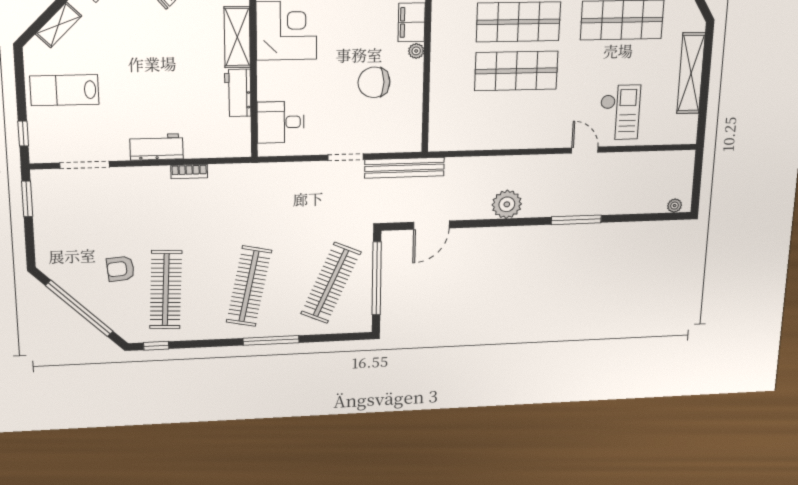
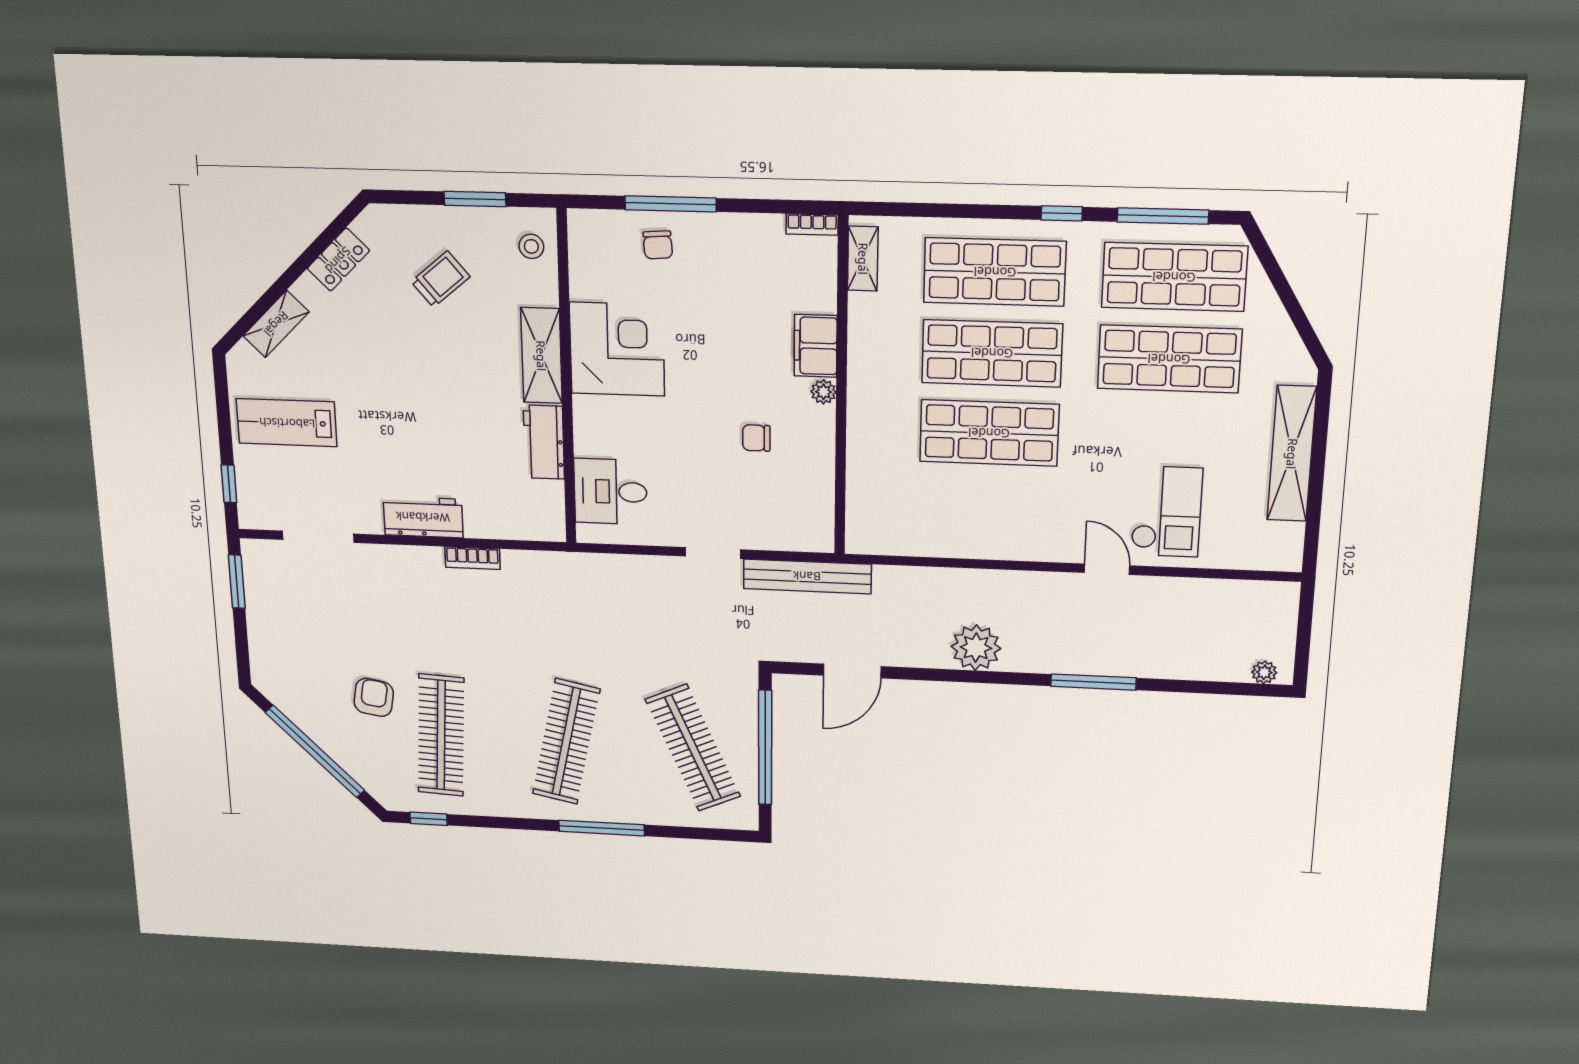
chair: (374, 82) -> (756, 438), width x0.54, depth x0.54
armchair: (121, 269) -> (374, 697), turned 104
clothes rail: (331, 283) -> (693, 748), turned -48

